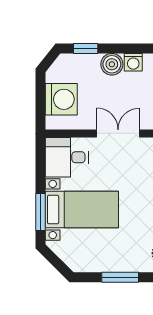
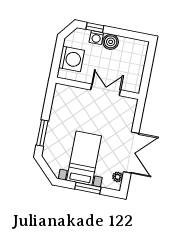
washing machine: (133, 62) -> (96, 38), moved
desk: (67, 157) -> (68, 99), removed
bed with nightstands: (82, 209) -> (84, 158), moved, turned -90

